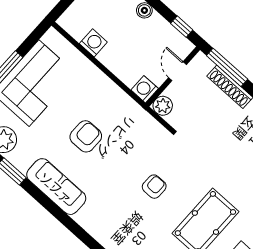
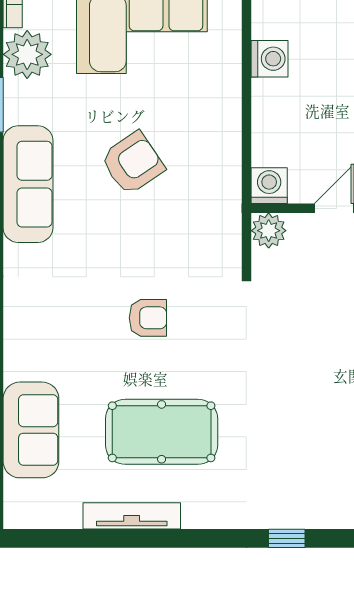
armchair: (86, 136) -> (133, 163), turned -34

